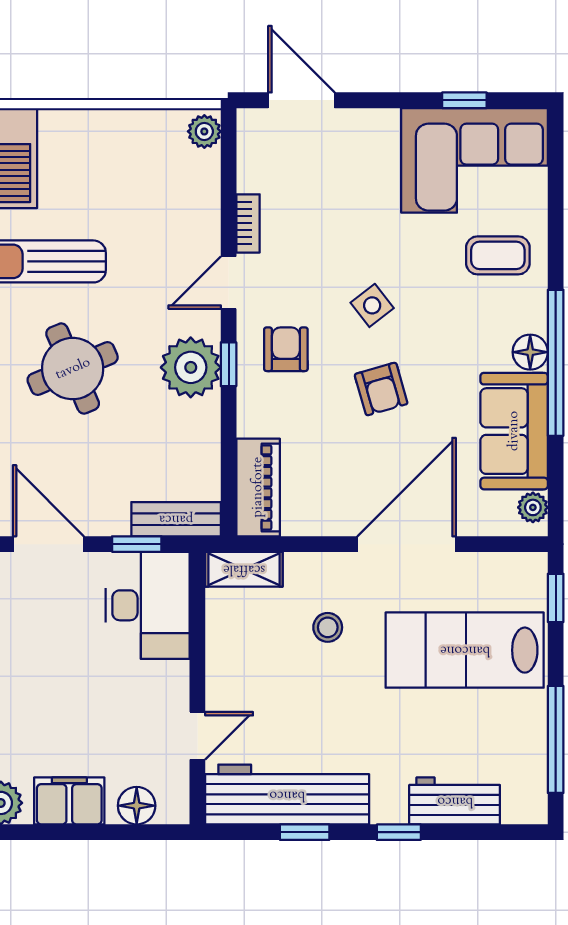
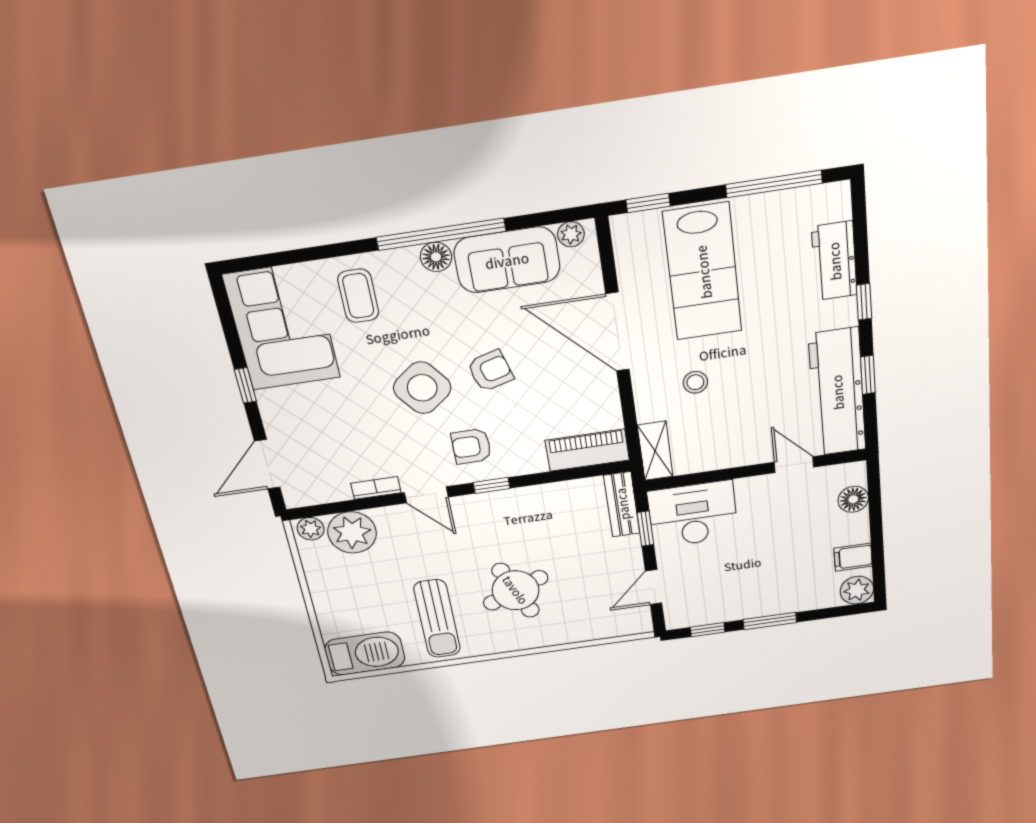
window: (464, 100) -> (245, 385), moved
side table: (372, 305) -> (422, 388), width x1.87, depth x1.87
plant: (191, 367) -> (352, 532), moved
door: (48, 544) -> (654, 587), width x0.73
filing cabinet: (69, 801) -> (853, 557), width x0.50

